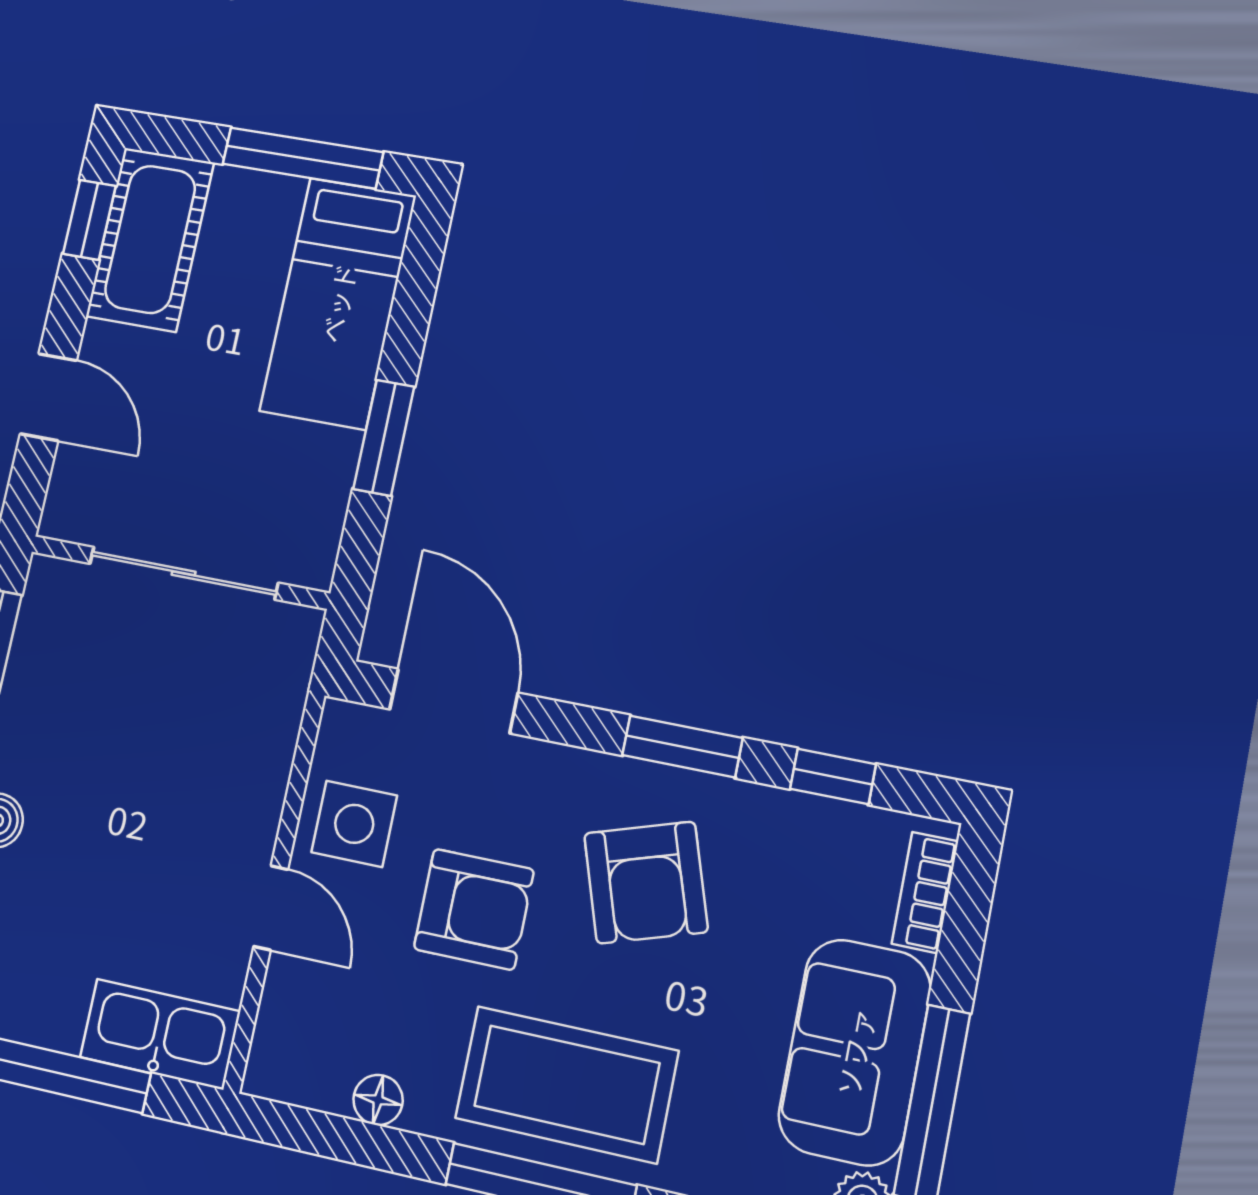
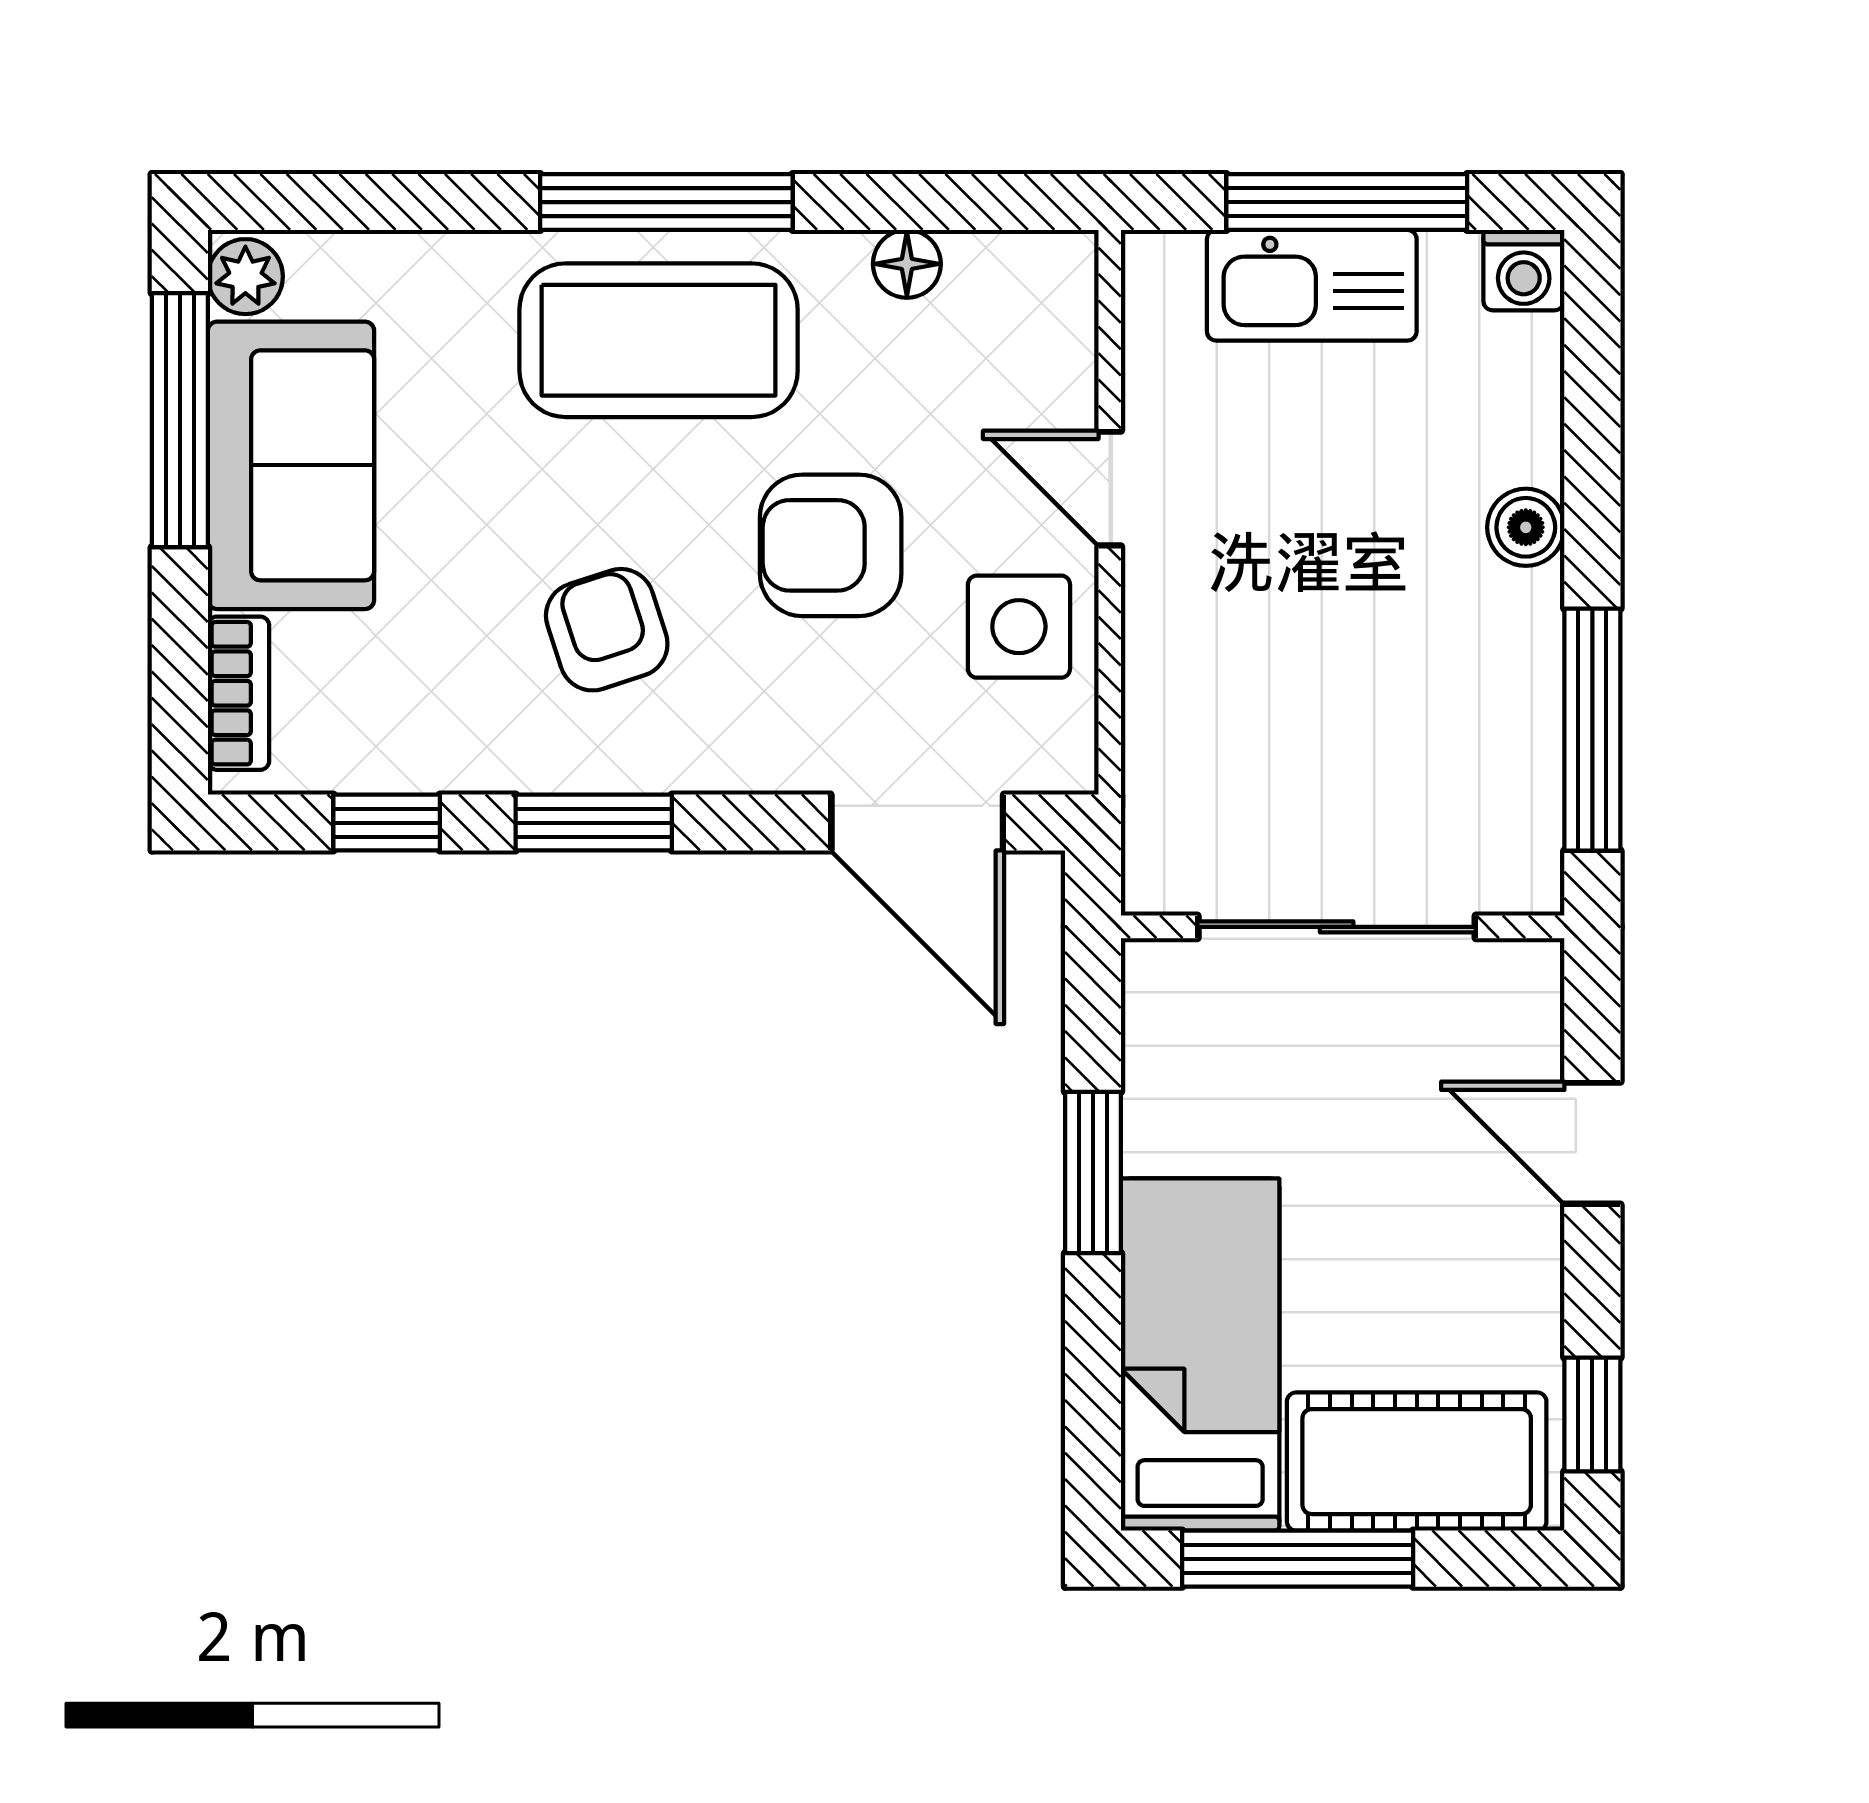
cot: (150, 239) -> (1417, 1462), moved, turned 90
armchair: (646, 883) -> (607, 630), width x0.72, depth x0.72
kitchen sink: (160, 1034) -> (1312, 285), moved

